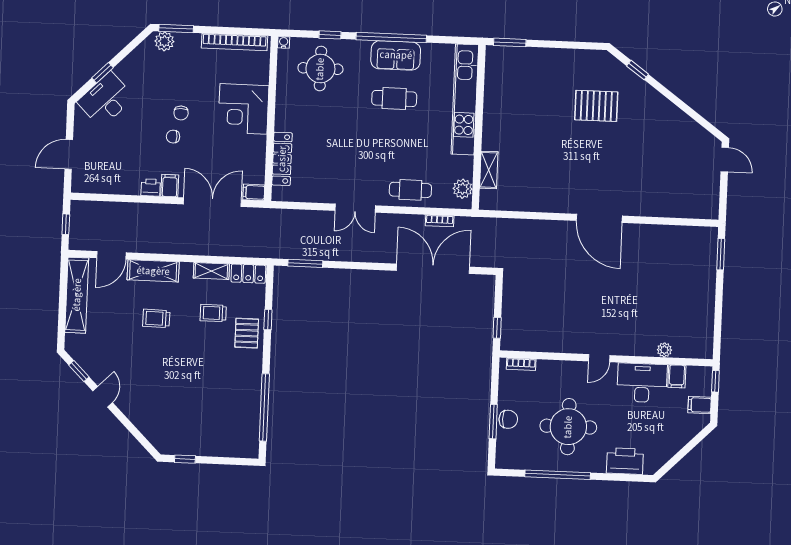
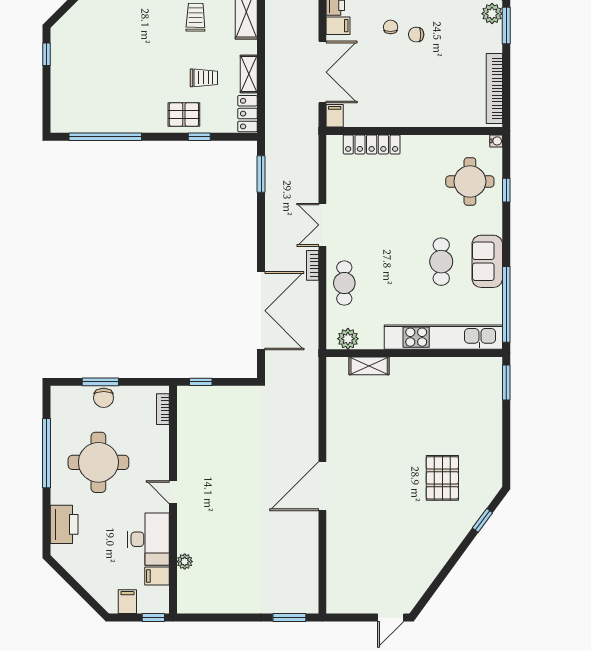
window: (391, 37) -> (506, 304), moved
corner desk: (243, 109) -> (423, 101), removed
bookcase: (440, 221) -> (313, 265), moved
trolley: (213, 313) -> (204, 78), turned 90

